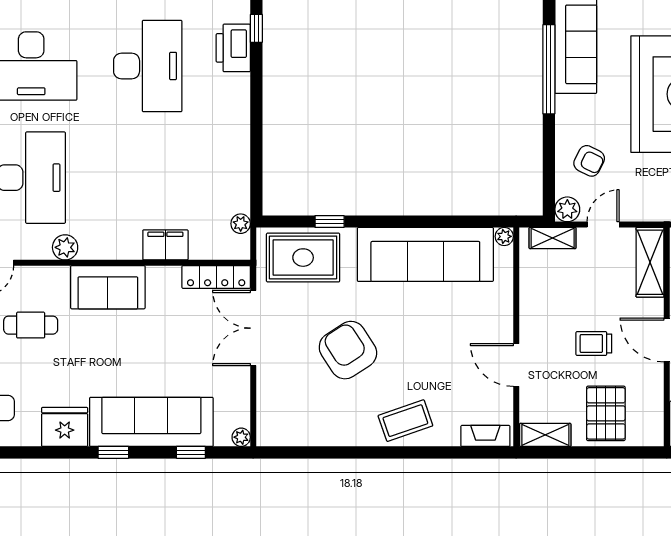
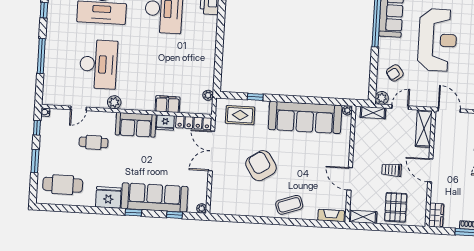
armchair: (589, 161) -> (395, 73), turned 117
rug: (303, 258) -> (240, 115), width x0.73, depth x0.70
fridge: (163, 280) -> (165, 122), added

